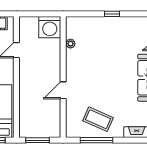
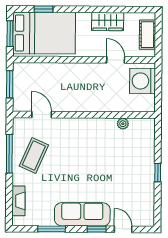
washing machine: (50, 27) -> (142, 81), moved
door: (63, 90) -> (42, 115), moved

